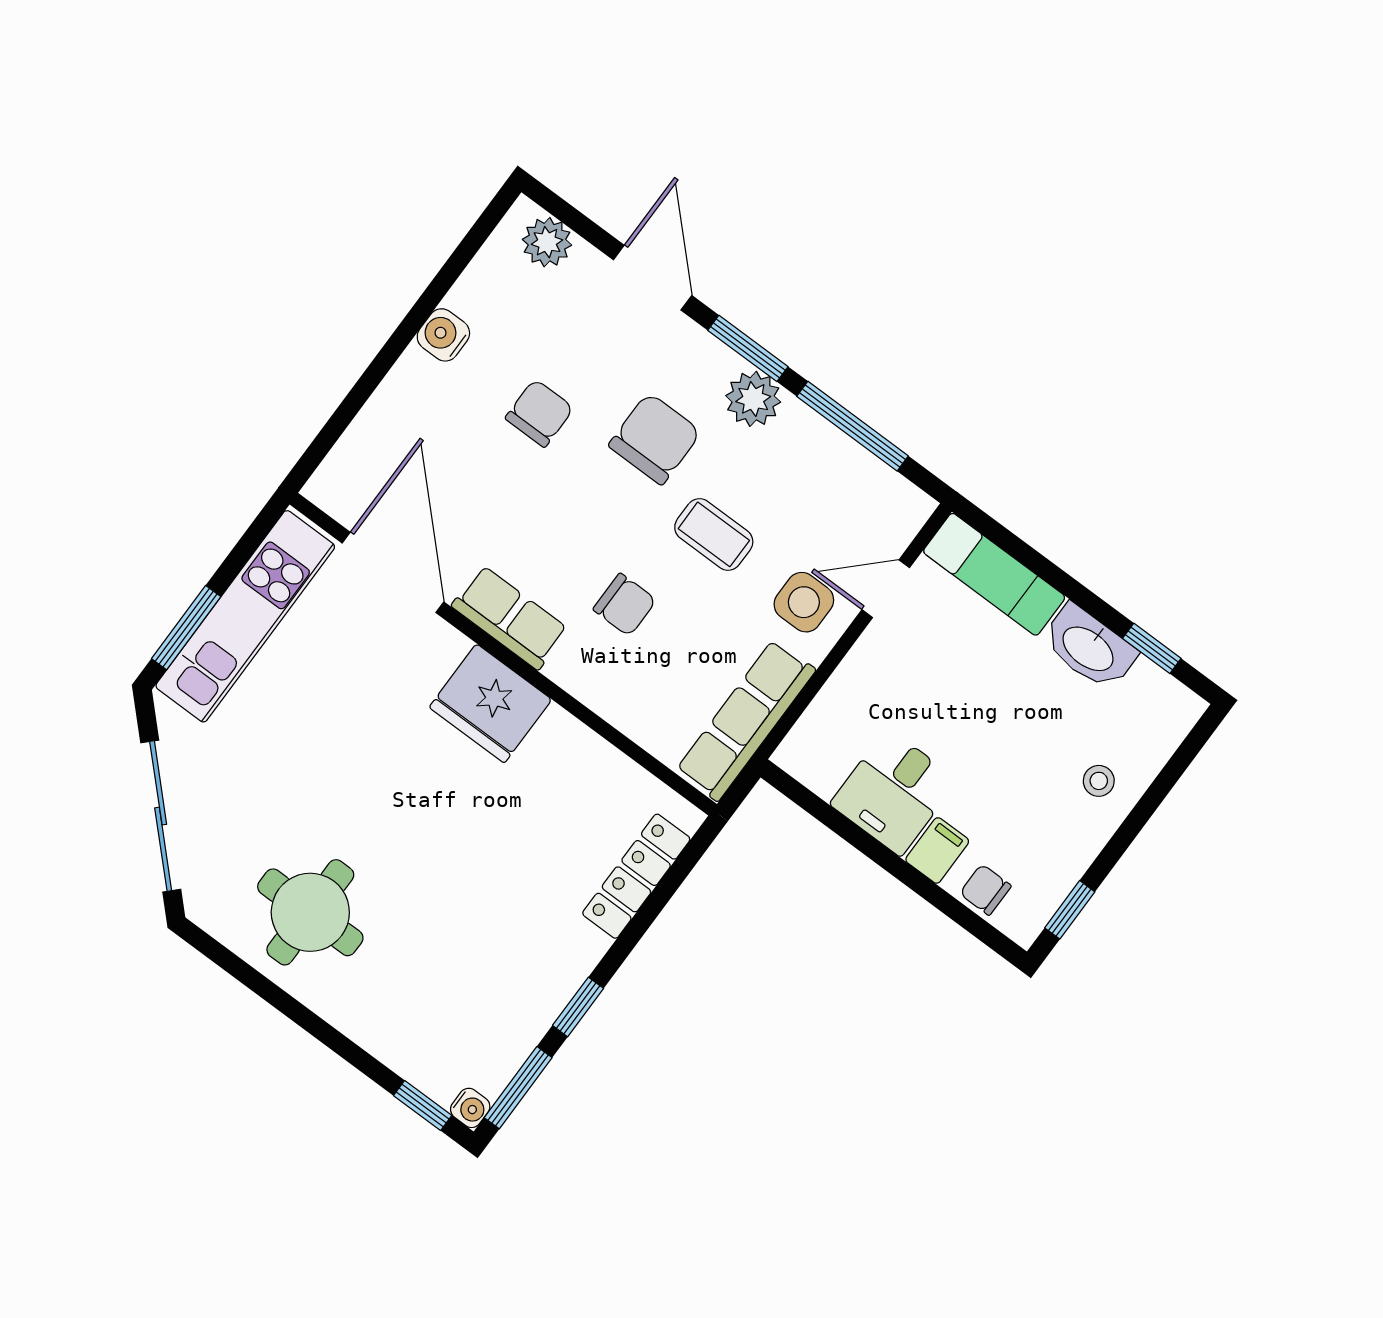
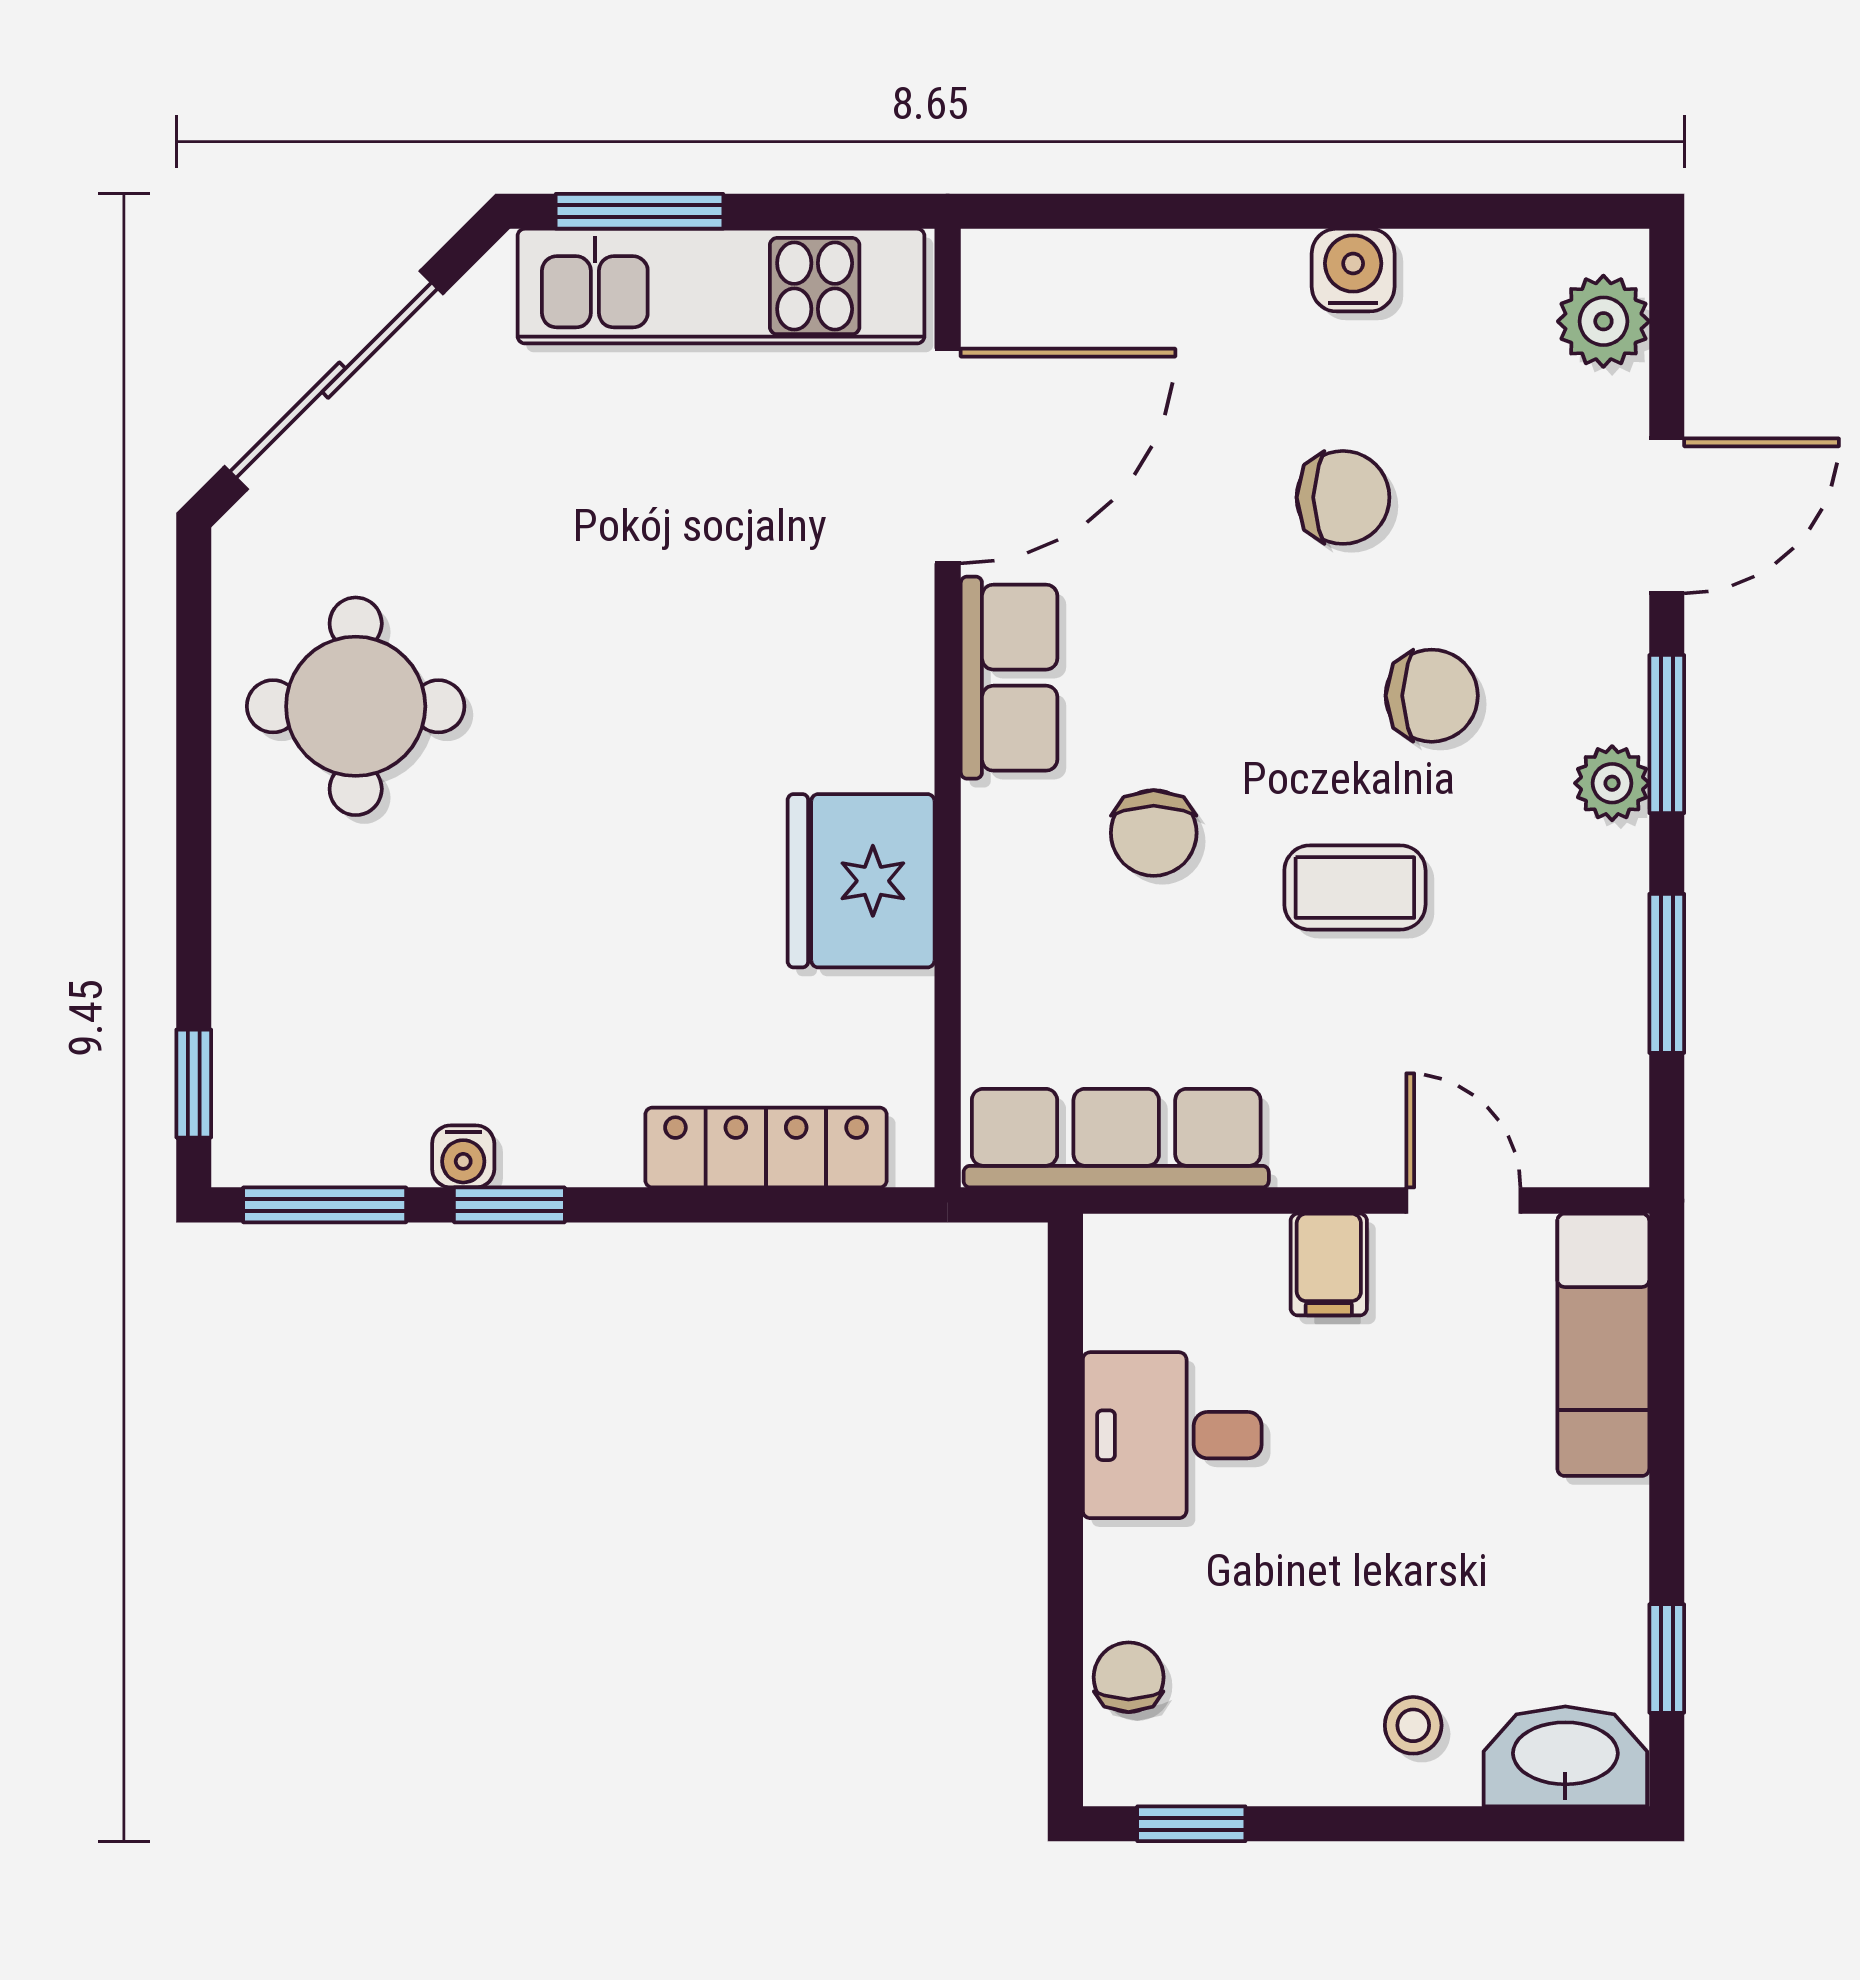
plant: (753, 399) -> (1612, 783), width x0.73, depth x0.73
window: (852, 426) -> (1667, 973), width x0.69
chair: (655, 439) -> (1432, 696), width x0.73, depth x0.73
coffee table: (714, 534) -> (1355, 888), turned 90
side table: (804, 602) -> (1354, 1095), removed
washbasin: (1089, 648) -> (1565, 1756), moved, turned 90
fridge: (490, 703) -> (861, 881), moved
filing cabinet: (937, 850) -> (1329, 1265), moved, turned 90
water cooler: (470, 1108) -> (463, 1156), moved

